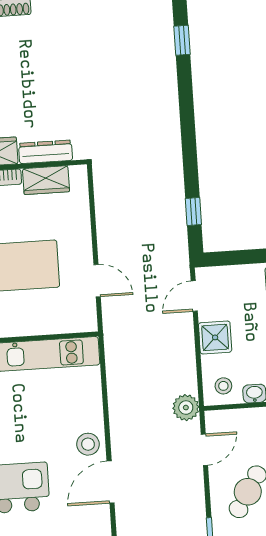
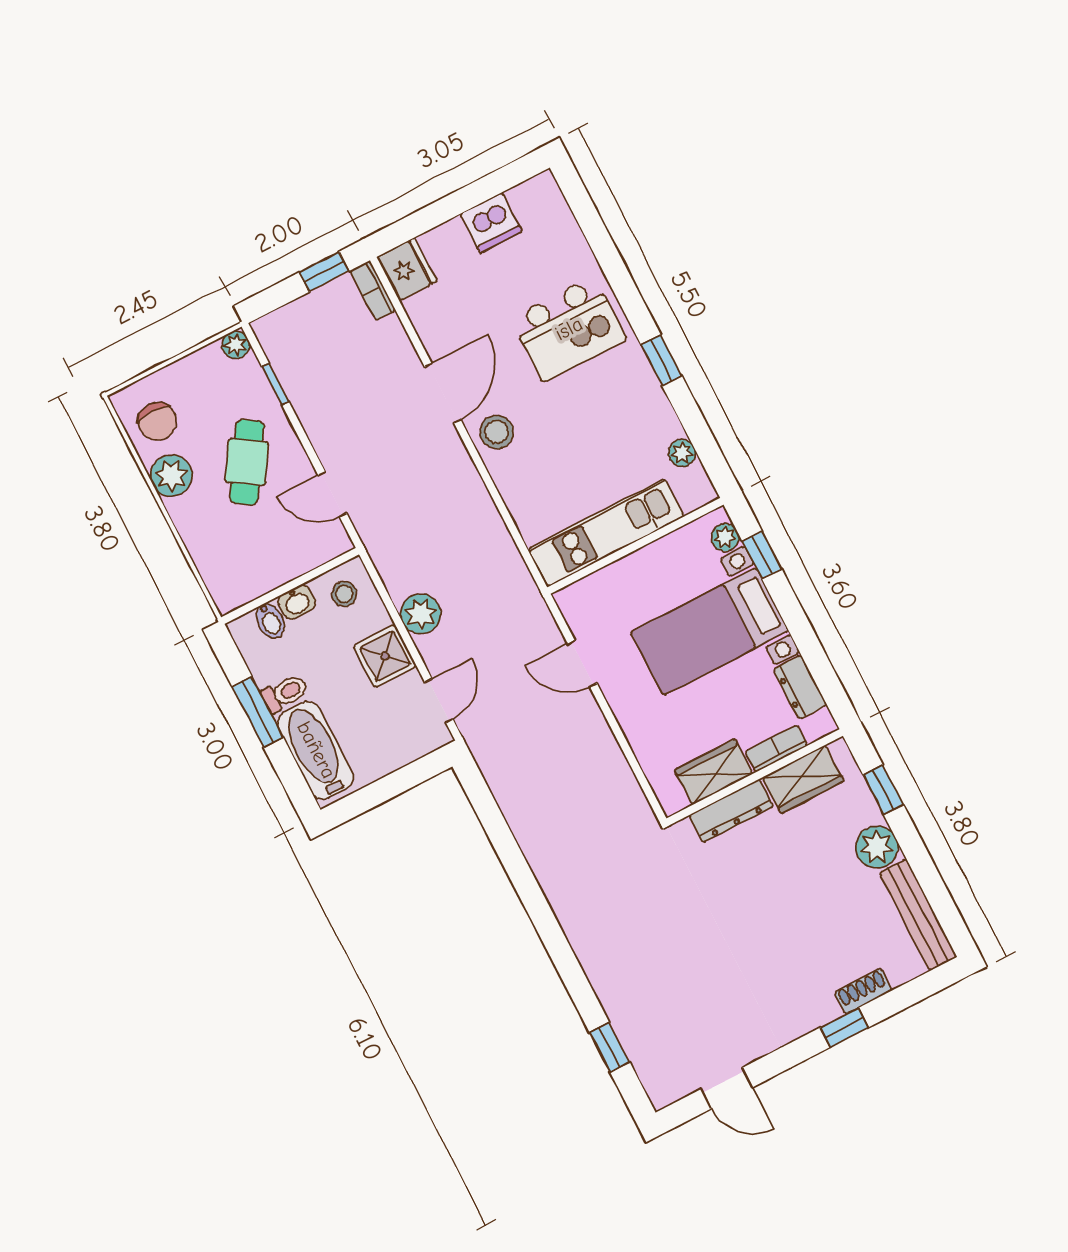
window: (193, 212) -> (491, 817), removed
plant: (186, 408) -> (421, 614), moved
door: (204, 450) -> (332, 494), hinge flipped

